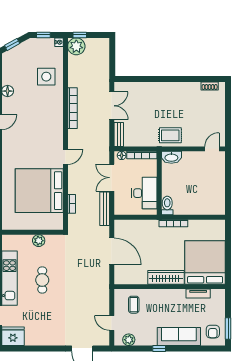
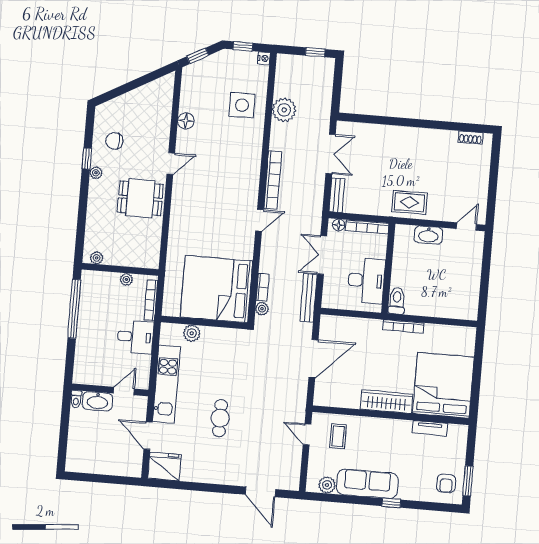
window: (80, 35) -> (315, 52), moved
plant: (76, 46) -> (284, 110), moved
bookcase: (72, 108) -> (273, 180), moved
washbasin: (171, 157) -> (428, 235), moved
bed: (39, 191) -> (217, 289), moved
plant: (72, 219) -> (262, 309), added
plant: (39, 241) -> (192, 333), moved
door: (112, 251) -> (313, 359), hinge flipped
cafe table: (42, 280) -> (220, 418), moved
door: (112, 323) -> (307, 434), moved
sofa: (179, 337) -> (367, 484), moved
window: (159, 349) -> (391, 503), moved

